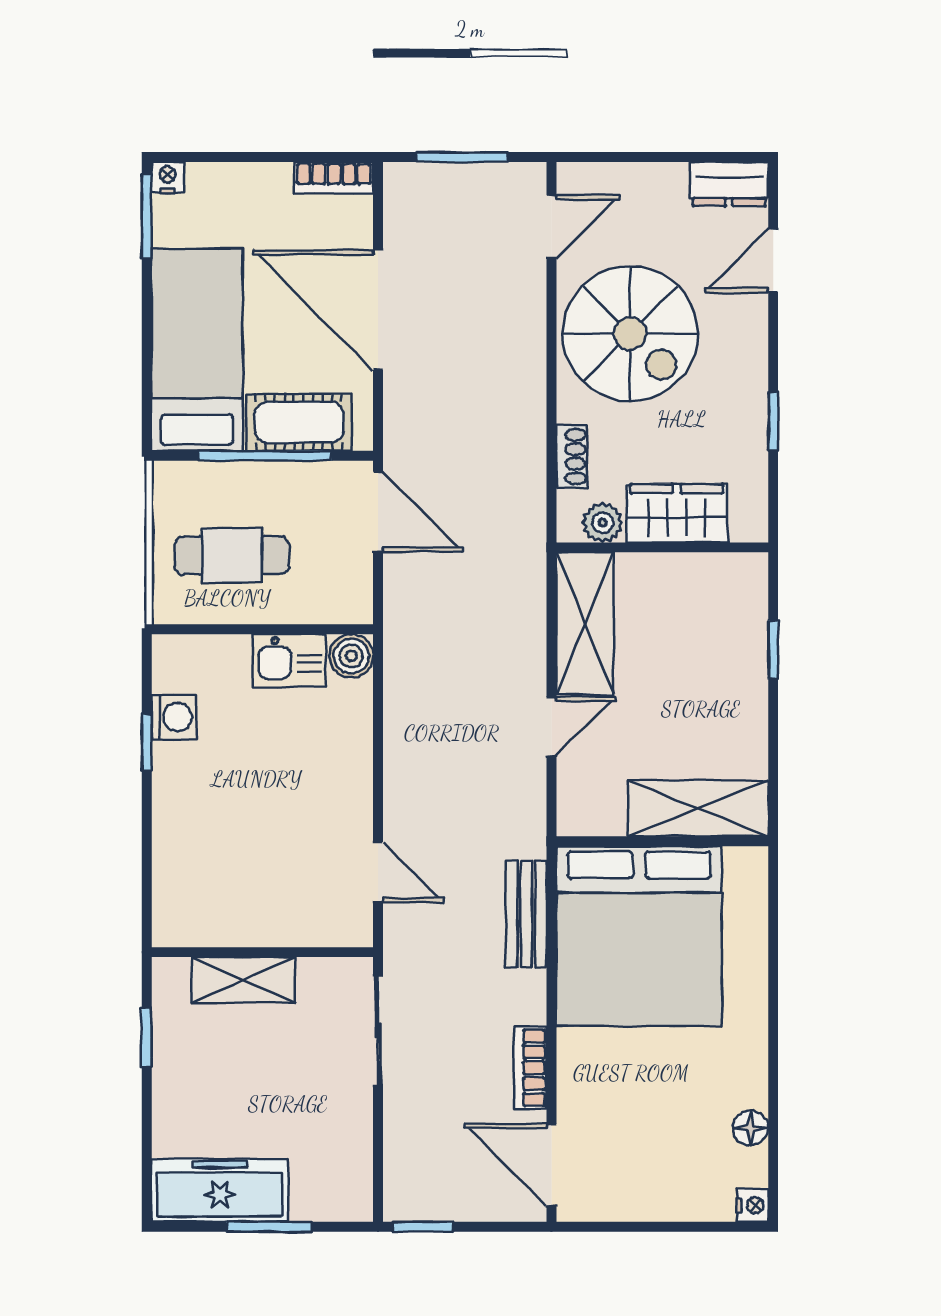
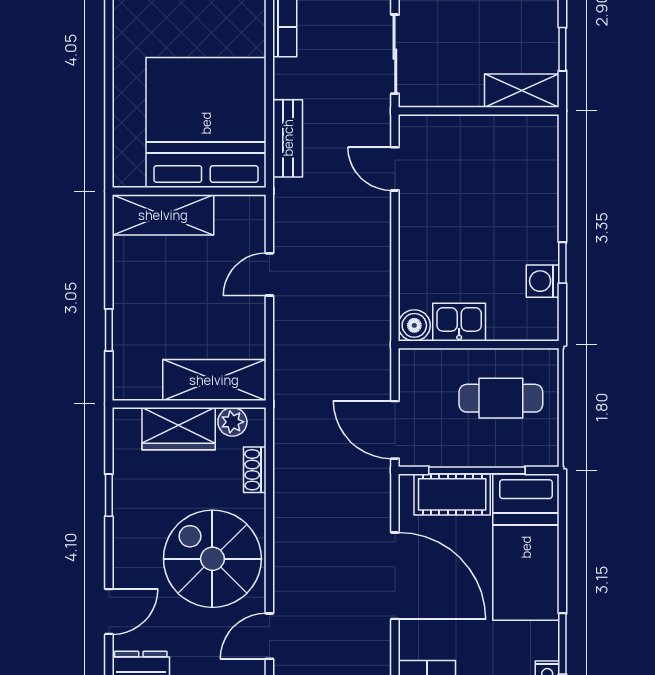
shelving: (585, 623) -> (214, 380), moved, turned 90
shelving: (243, 980) -> (522, 91), moved

